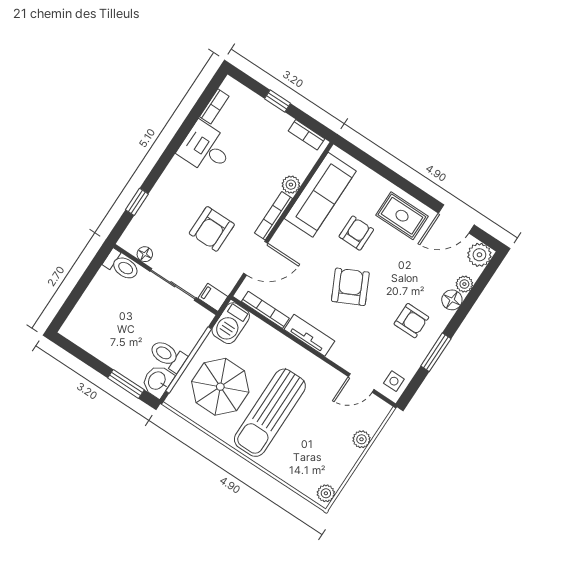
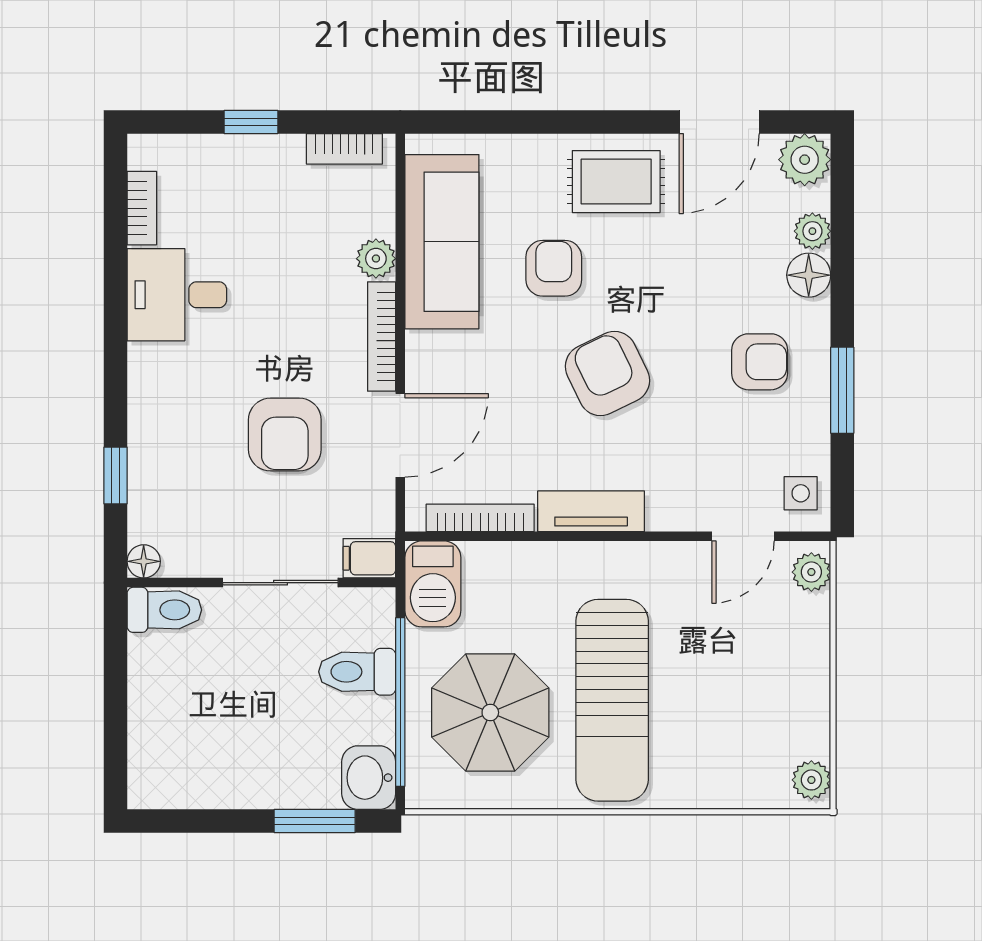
floor lamp: (145, 254) -> (144, 561), moved
toilet: (168, 356) -> (357, 672), moved
plant: (361, 439) -> (811, 572), moved

